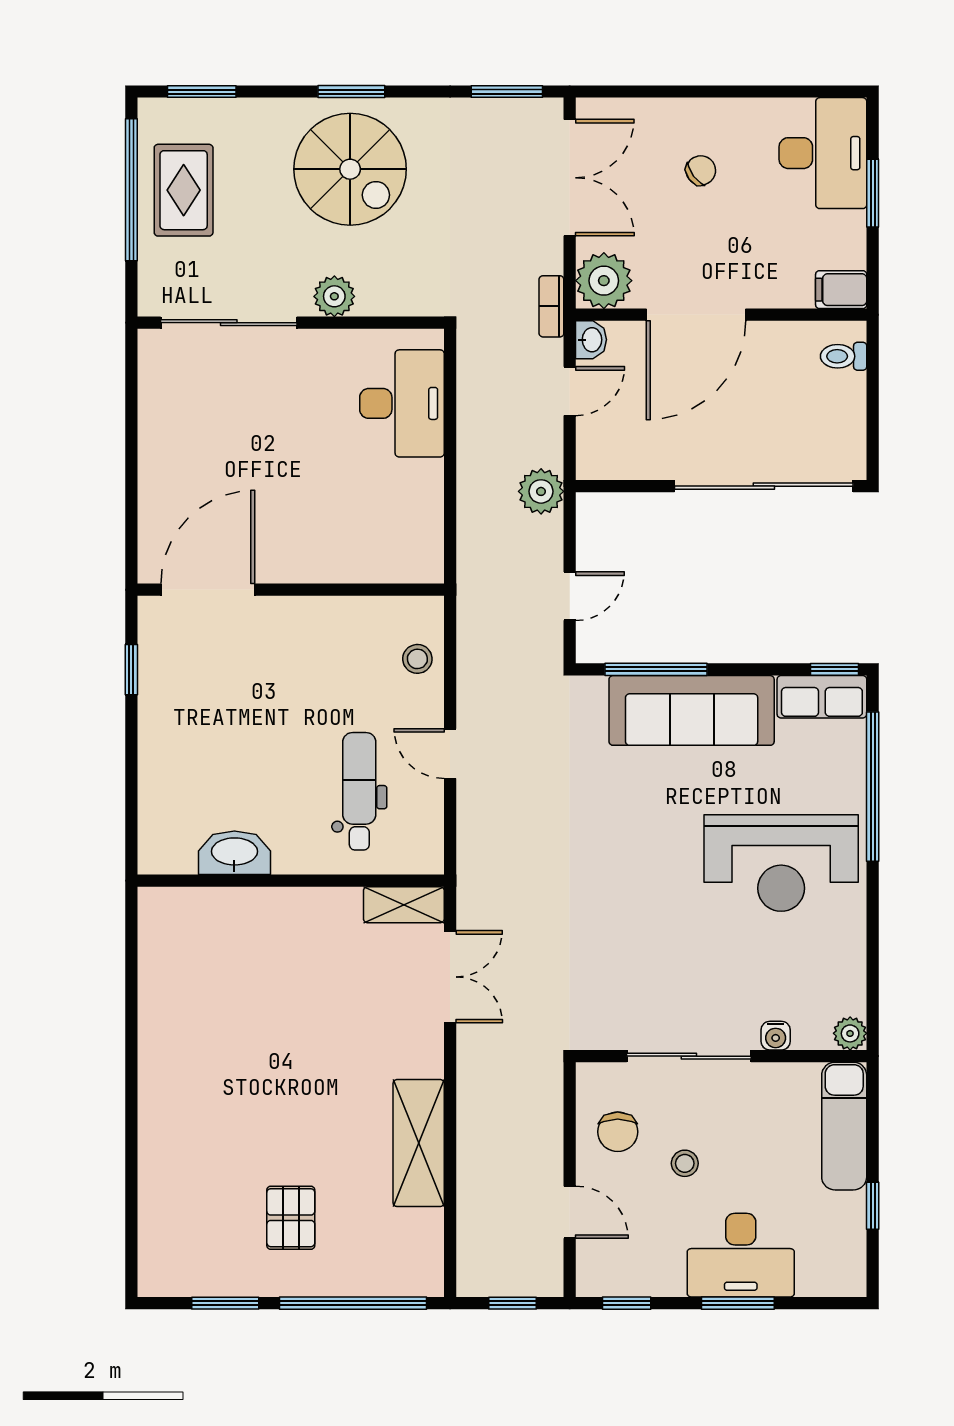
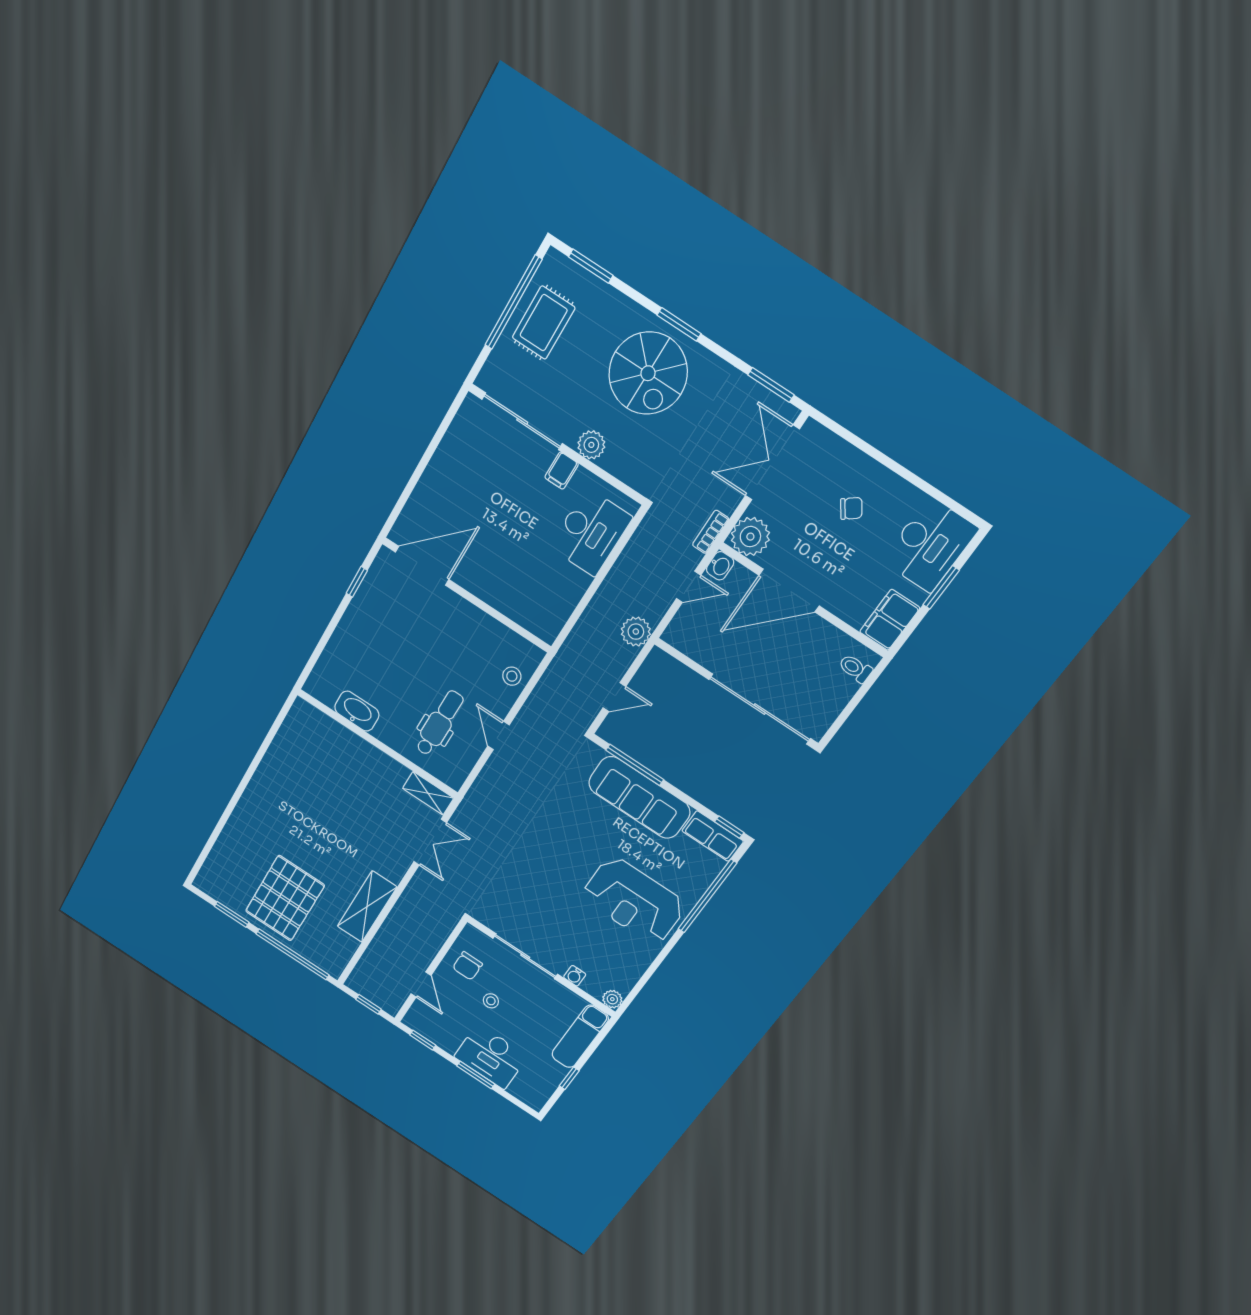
double door: (570, 178) -> (772, 463), swing flipped
filing cabinet: (841, 290) -> (890, 620), width x2.00
filing cabinet: (316, 351) -> (562, 471), added
pallet: (291, 1218) -> (285, 898), width x2.05, depth x2.00

